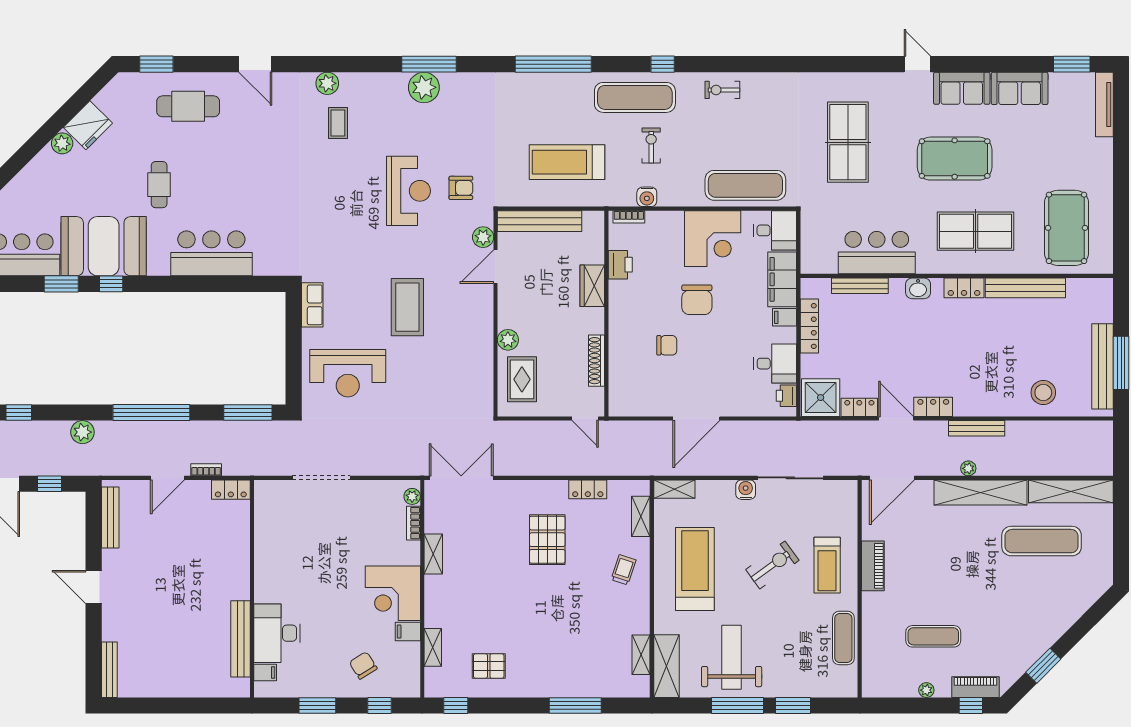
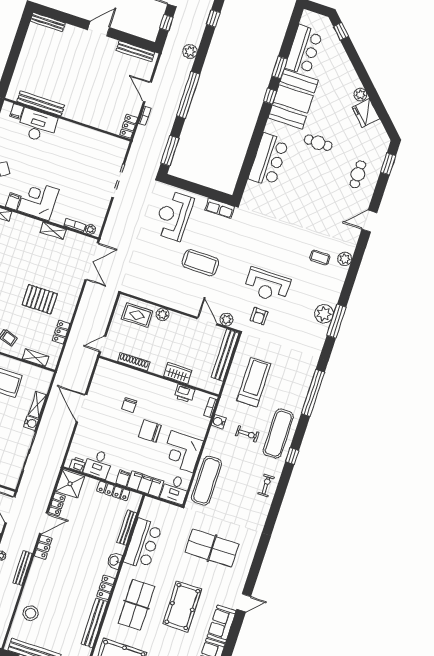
cafe table: (188, 106) -> (358, 174), width x0.73, depth x0.74
shelving: (674, 489) -> (37, 405), moved

